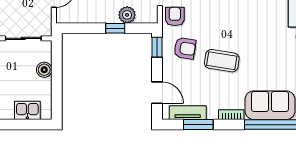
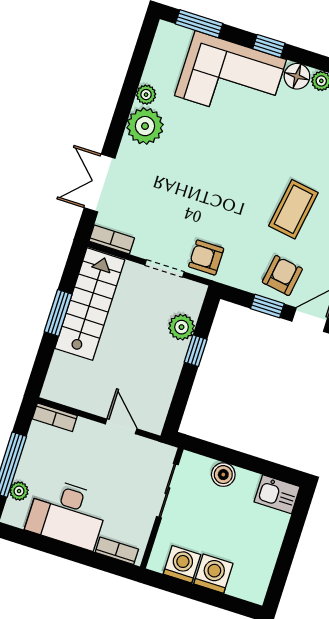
window: (157, 47) -> (267, 306), moved
armchair: (185, 48) -> (282, 275), moved
kitchen sink: (27, 110) -> (277, 494), moved, turned -90

